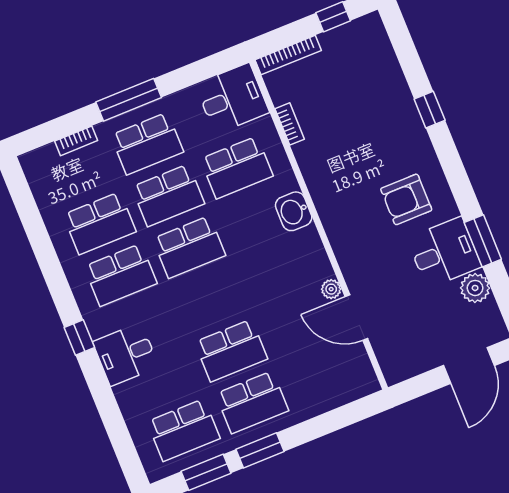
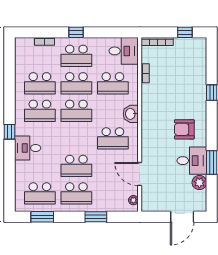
window: (129, 100) -> (76, 32), width x0.46
school desk: (279, 271) -> (113, 138), added
plant: (331, 289) -> (133, 200), moved
window: (260, 450) -> (96, 217), moved

